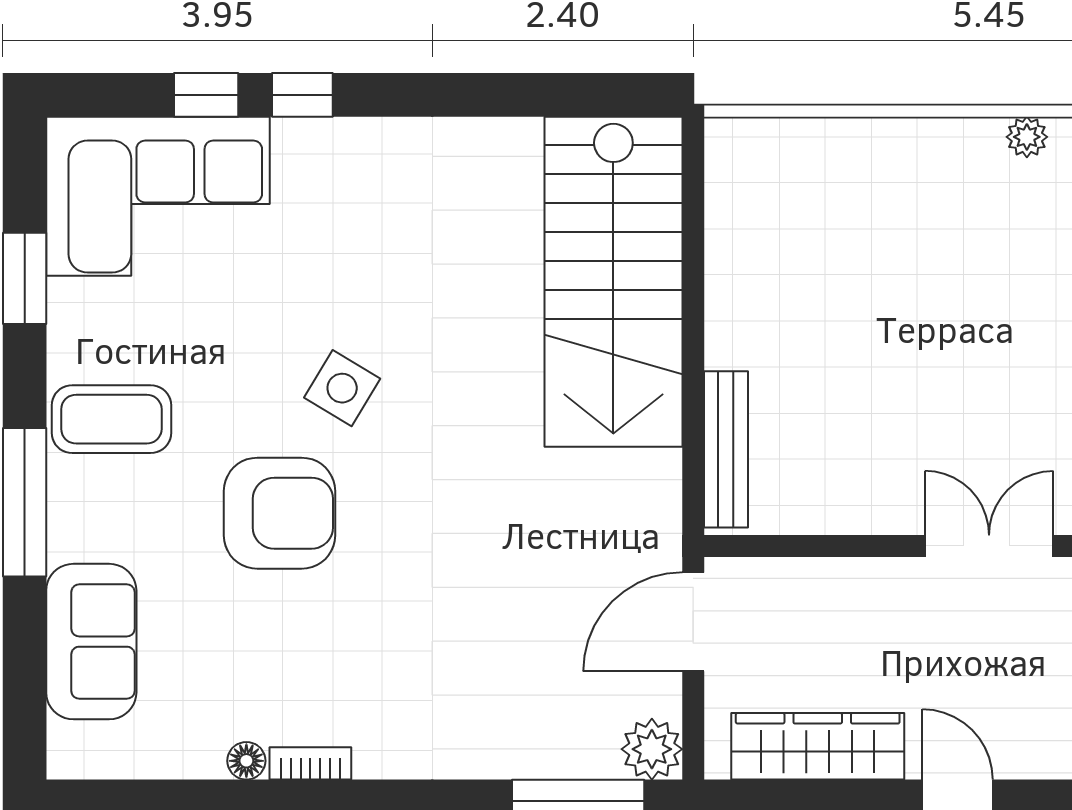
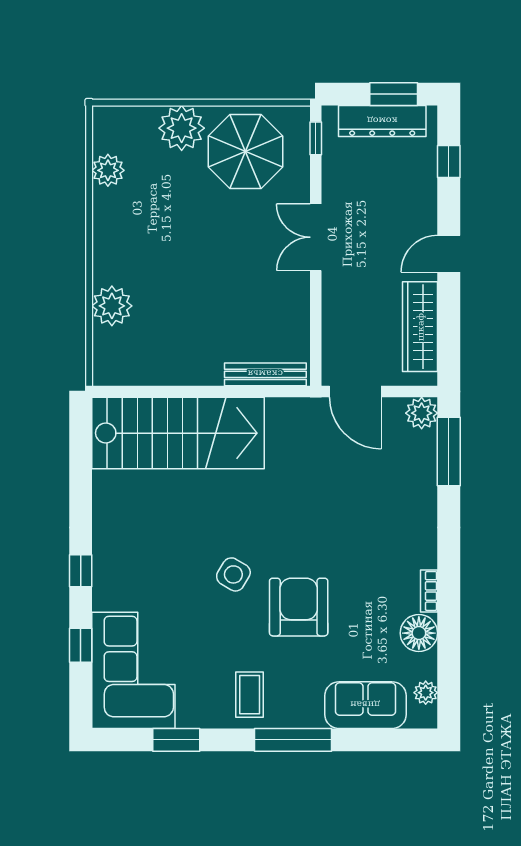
window: (302, 95) -> (81, 571), moved
plant: (1027, 137) -> (112, 306), moved, width x1.87, depth x1.87
coffee table: (111, 419) -> (250, 695), width x0.73, depth x0.77
plant: (115, 757) -> (426, 693), added
floor lamp: (246, 761) -> (419, 633), width x1.89, depth x1.89

